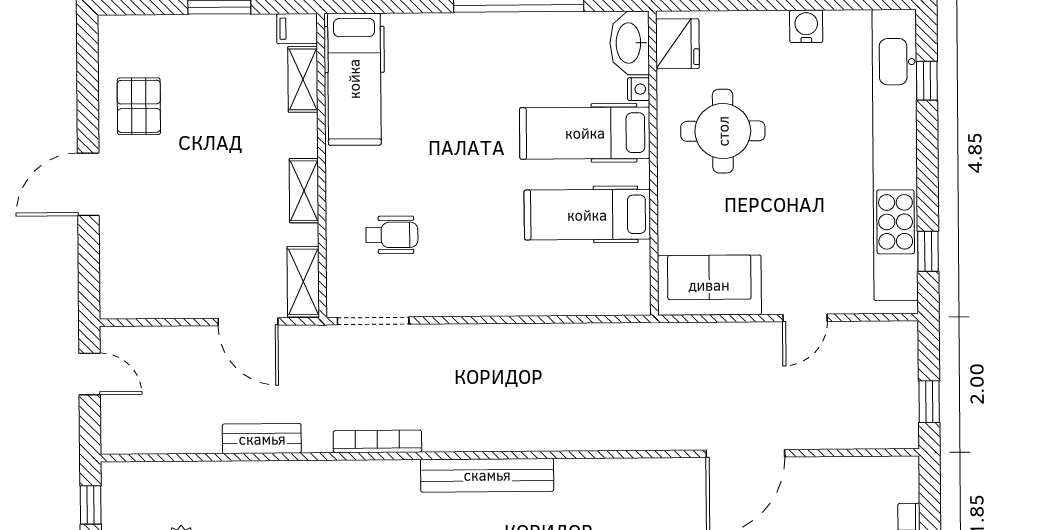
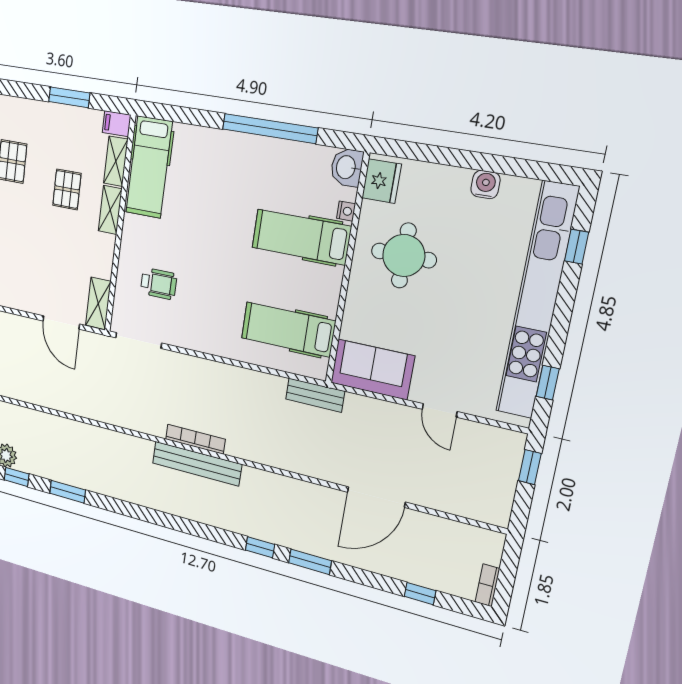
washbasin: (630, 43) -> (347, 167), width x0.72
pallet: (232, 131) -> (67, 189), added
shelving: (304, 191) -> (110, 210), moved
hospital bed: (587, 215) -> (288, 329), moved
door: (805, 318) -> (440, 410), hinge flipped
window: (929, 402) -> (530, 467), moved
bench: (262, 439) -> (315, 395), moved
bookcase: (377, 442) -> (195, 439), moved

